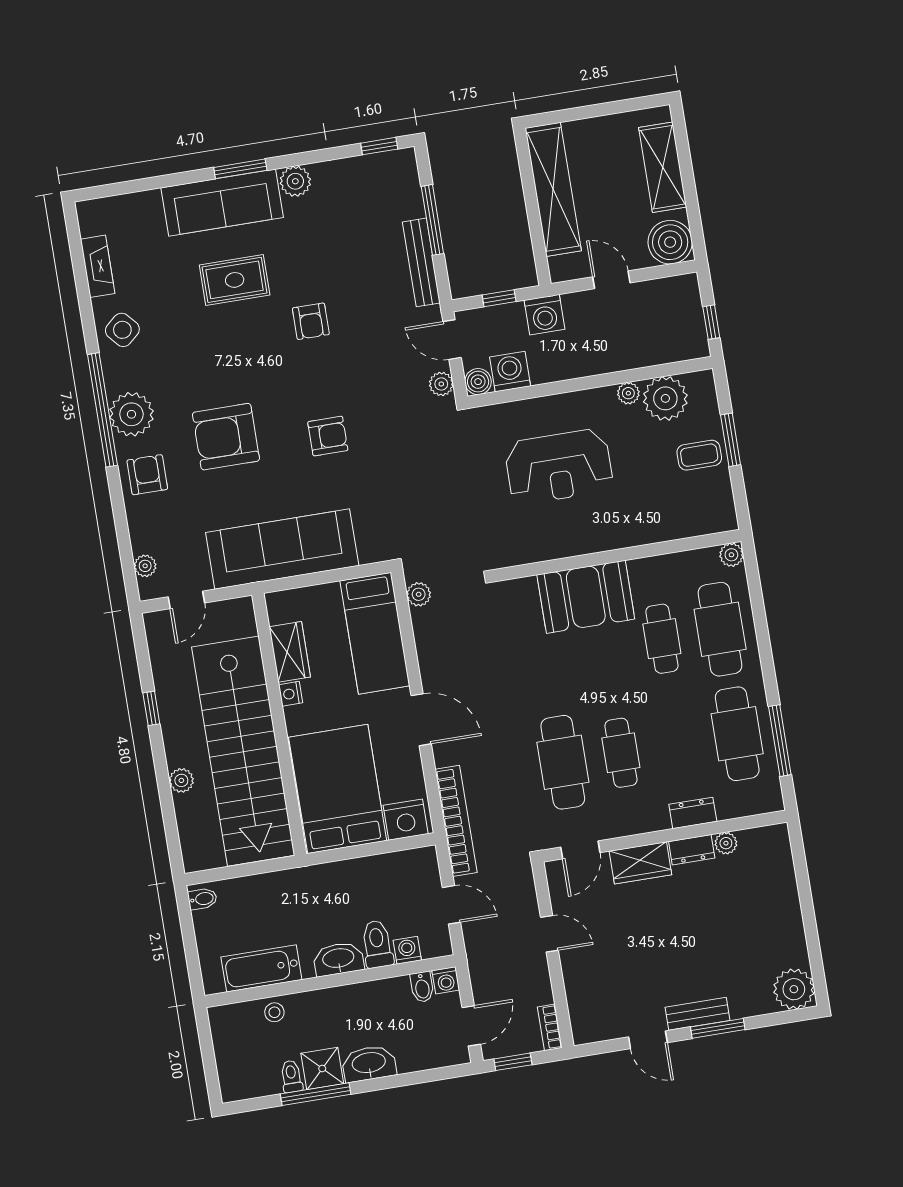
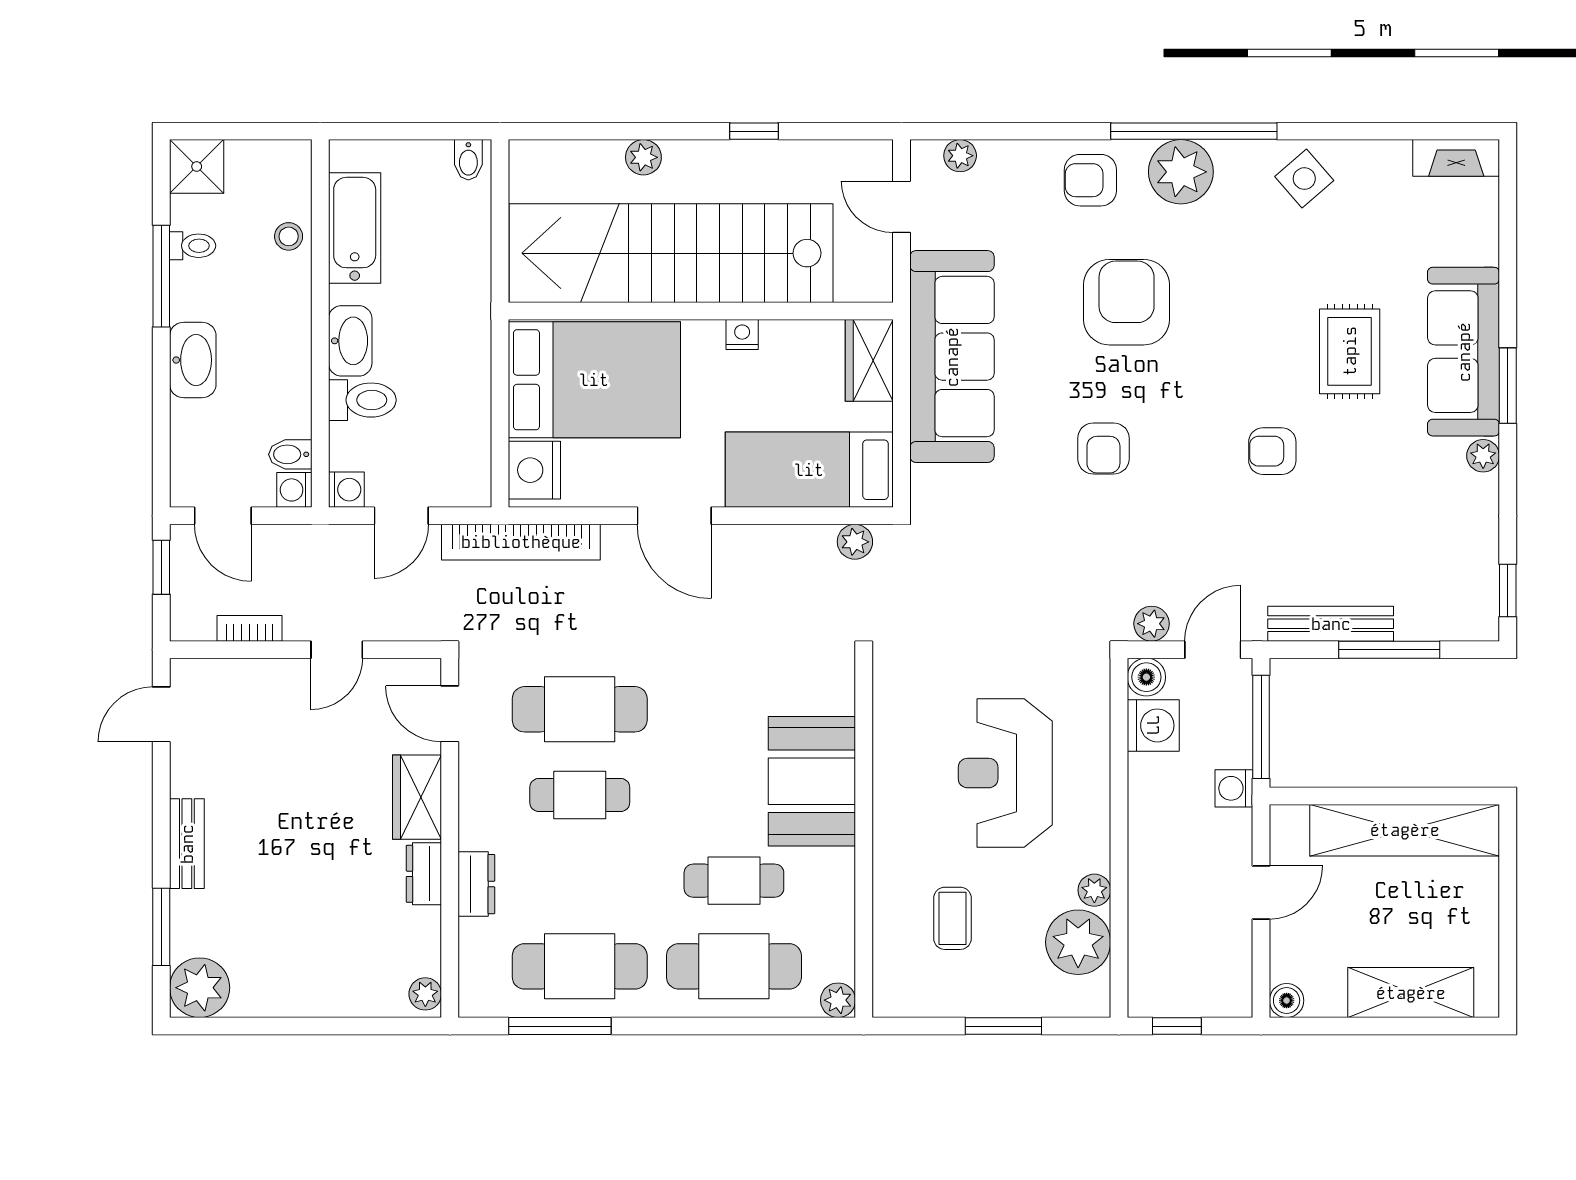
plant: (295, 181) -> (1483, 456), width x0.73, depth x0.73
boiler: (670, 242) -> (1287, 1001), width x0.54, depth x0.54
fireplace: (98, 266) -> (1456, 158), moved
window: (499, 298) -> (1261, 727), width x2.17
washing machine: (545, 315) -> (1234, 788), width x0.73, depth x0.73
coffee table: (699, 455) -> (952, 918), moved
armchair: (147, 475) -> (1090, 180), turned 180
wardrobe: (290, 652) -> (869, 360), moved, turned 90
door: (421, 720) -> (674, 516), hinge flipped
plant: (726, 843) -> (425, 994), moved
washing machine: (407, 950) -> (346, 490), moved
bookcase: (550, 1027) -> (250, 628), moved
window: (718, 1028) -> (161, 927), moved
door: (648, 1040) -> (161, 714), moved
shower: (322, 1068) -> (197, 166), moved

